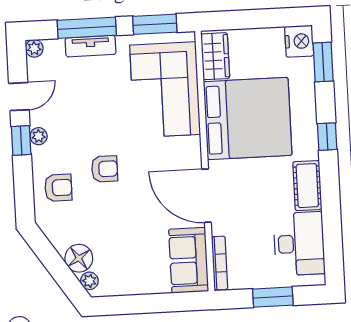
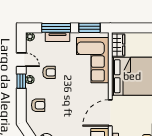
door: (19, 97) -> (21, 60), hinge flipped
armchair: (105, 169) -> (49, 72), moved
door: (207, 196) -> (110, 113), hinge flipped

